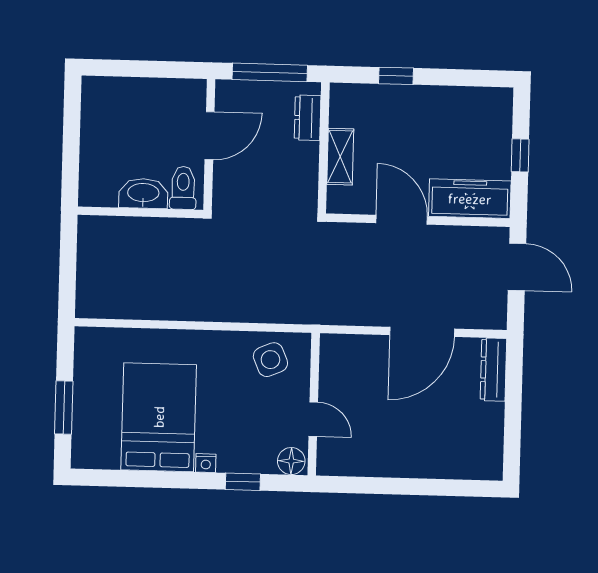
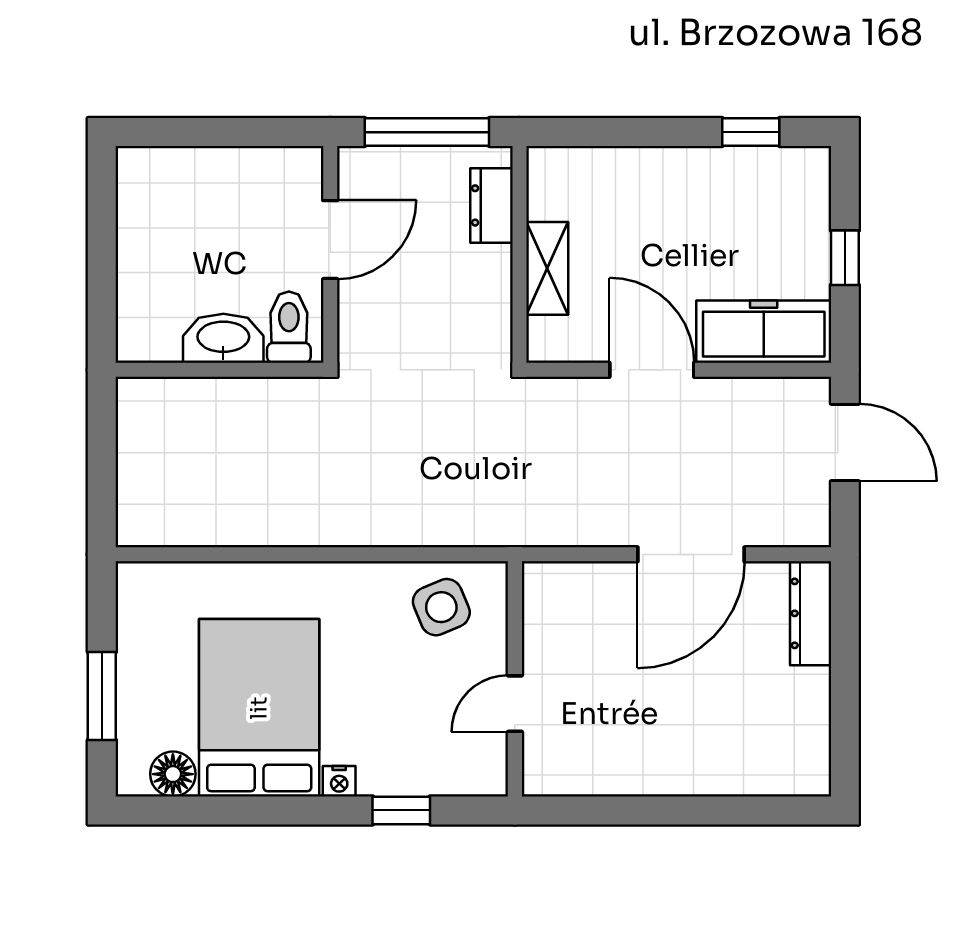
window: (396, 76) -> (751, 132), moved
door: (313, 419) -> (515, 704), swing flipped
floor lamp: (291, 461) -> (173, 774), moved

